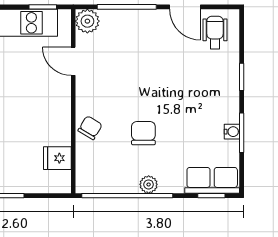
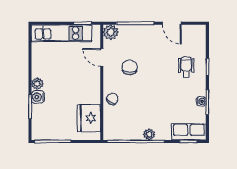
wheelchair: (215, 32) -> (186, 67), moved
chair: (143, 133) -> (130, 67), moved
fridge: (57, 158) -> (89, 118), width x1.88, depth x1.34

